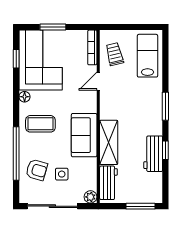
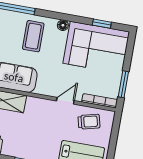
window: (53, 27) -> (123, 84), moved
door: (98, 81) -> (65, 101), hinge flipped

